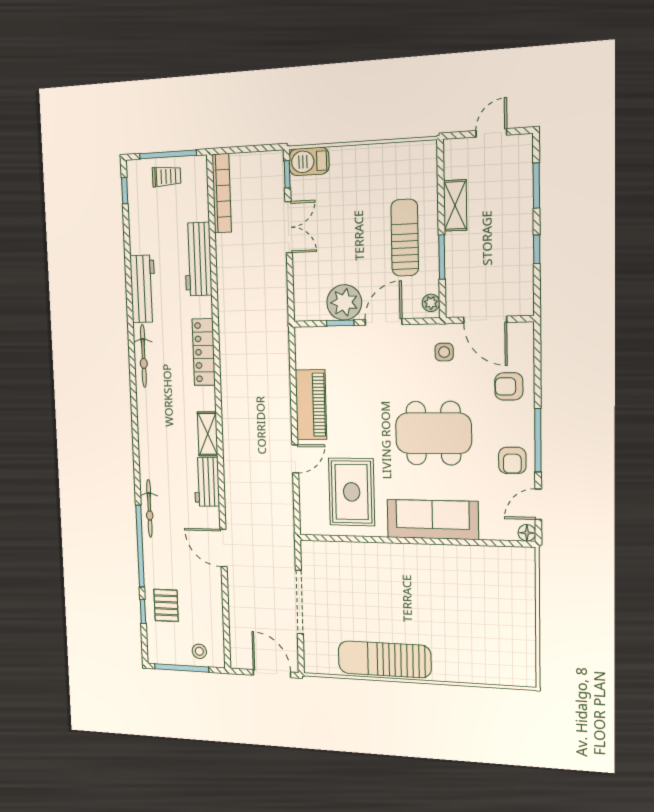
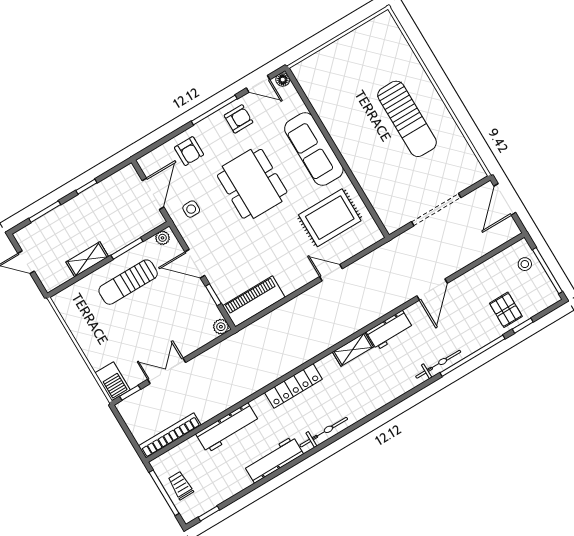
plant: (344, 302) -> (221, 327), moved, width x0.53, depth x0.53
piano: (311, 405) -> (254, 301), moved
pallet: (166, 605) -> (506, 310), turned 90
sun lounger: (384, 659) -> (407, 119), moved

